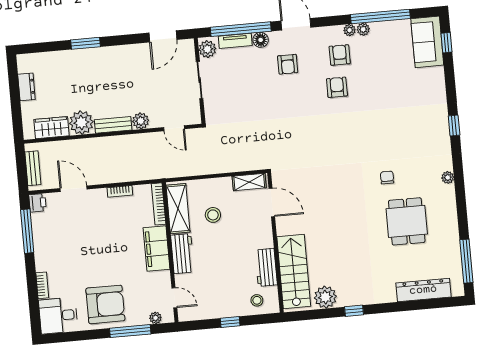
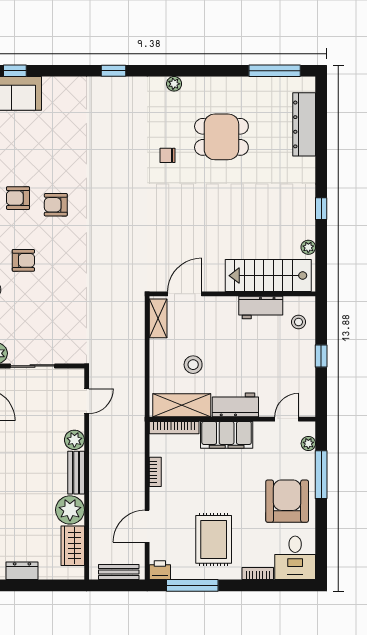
rug: (68, 246) -> (214, 539), added
plant: (325, 297) -> (308, 247), width x0.53, depth x0.53

